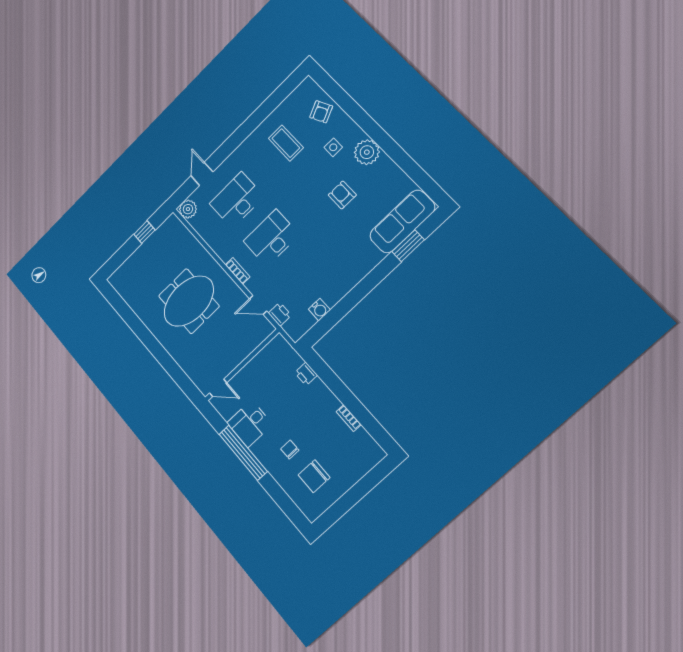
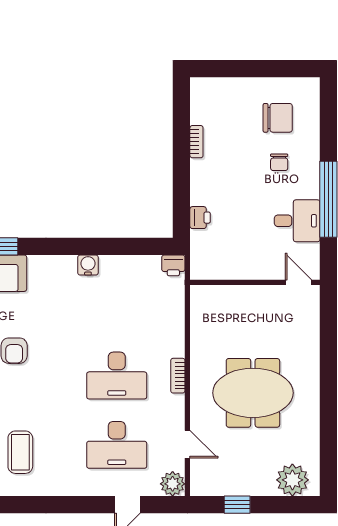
plant: (127, 274) -> (292, 480), added
door: (258, 305) -> (187, 444), moved
water cooler: (319, 310) -> (88, 265), moved
printer: (280, 314) -> (173, 265), moved, turned -90

